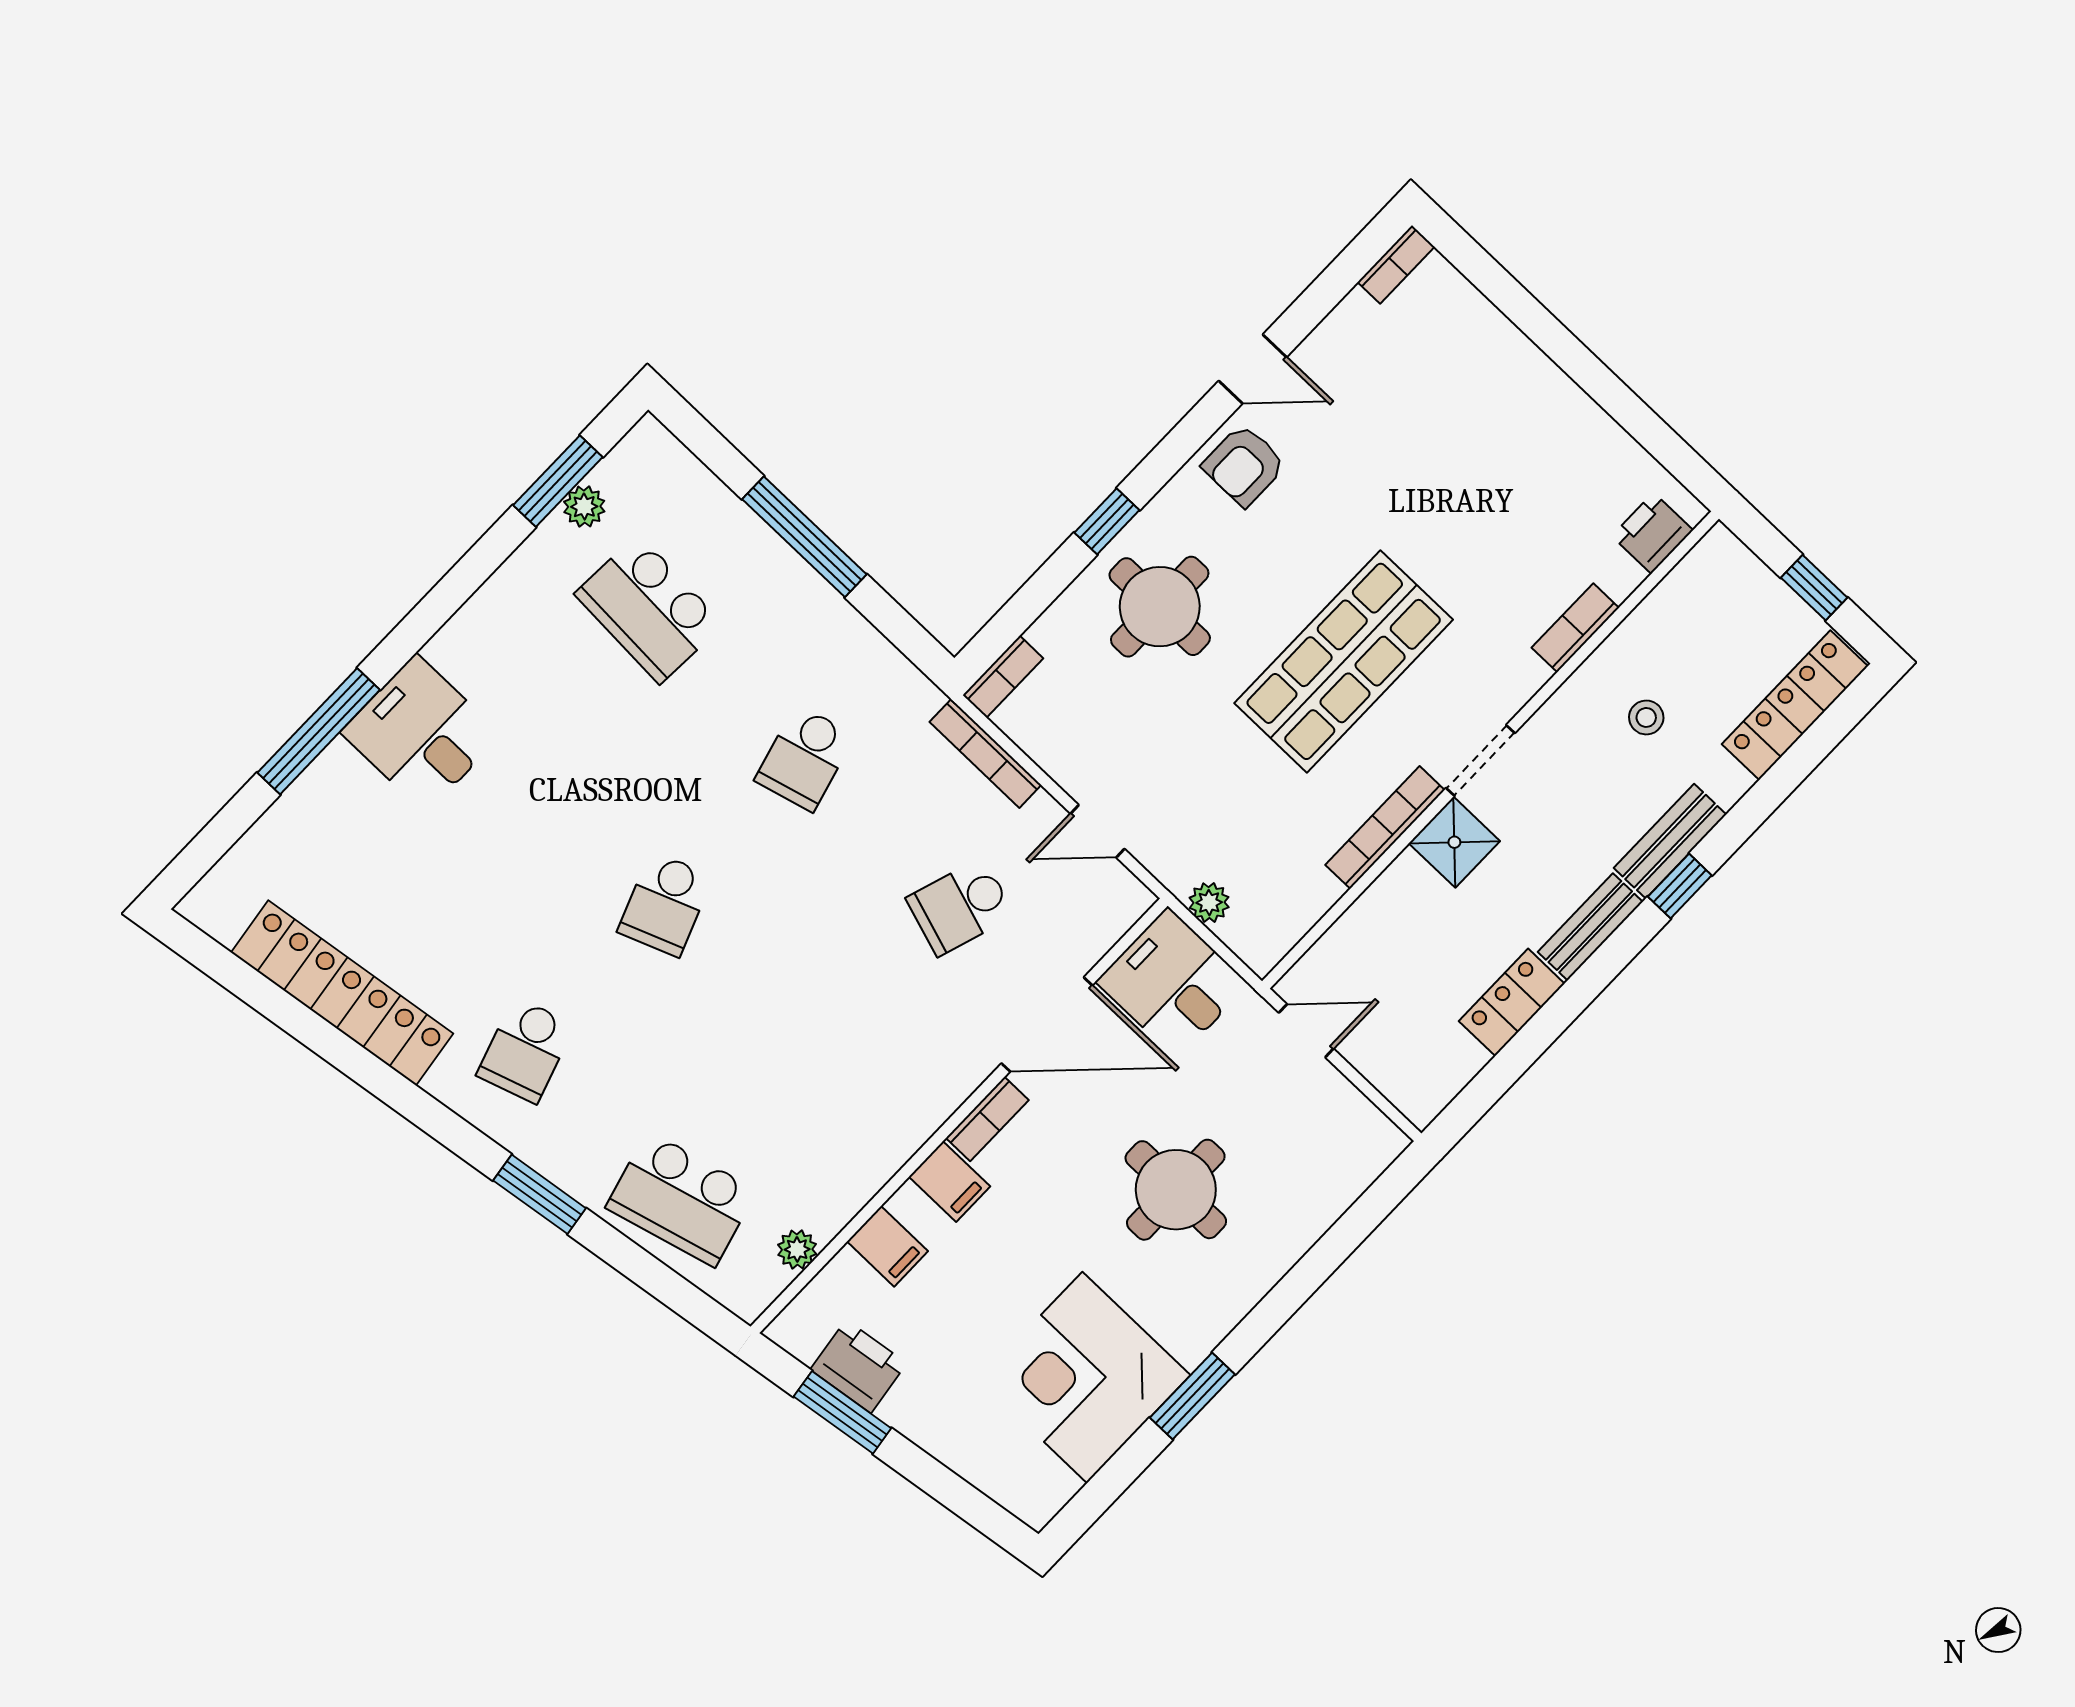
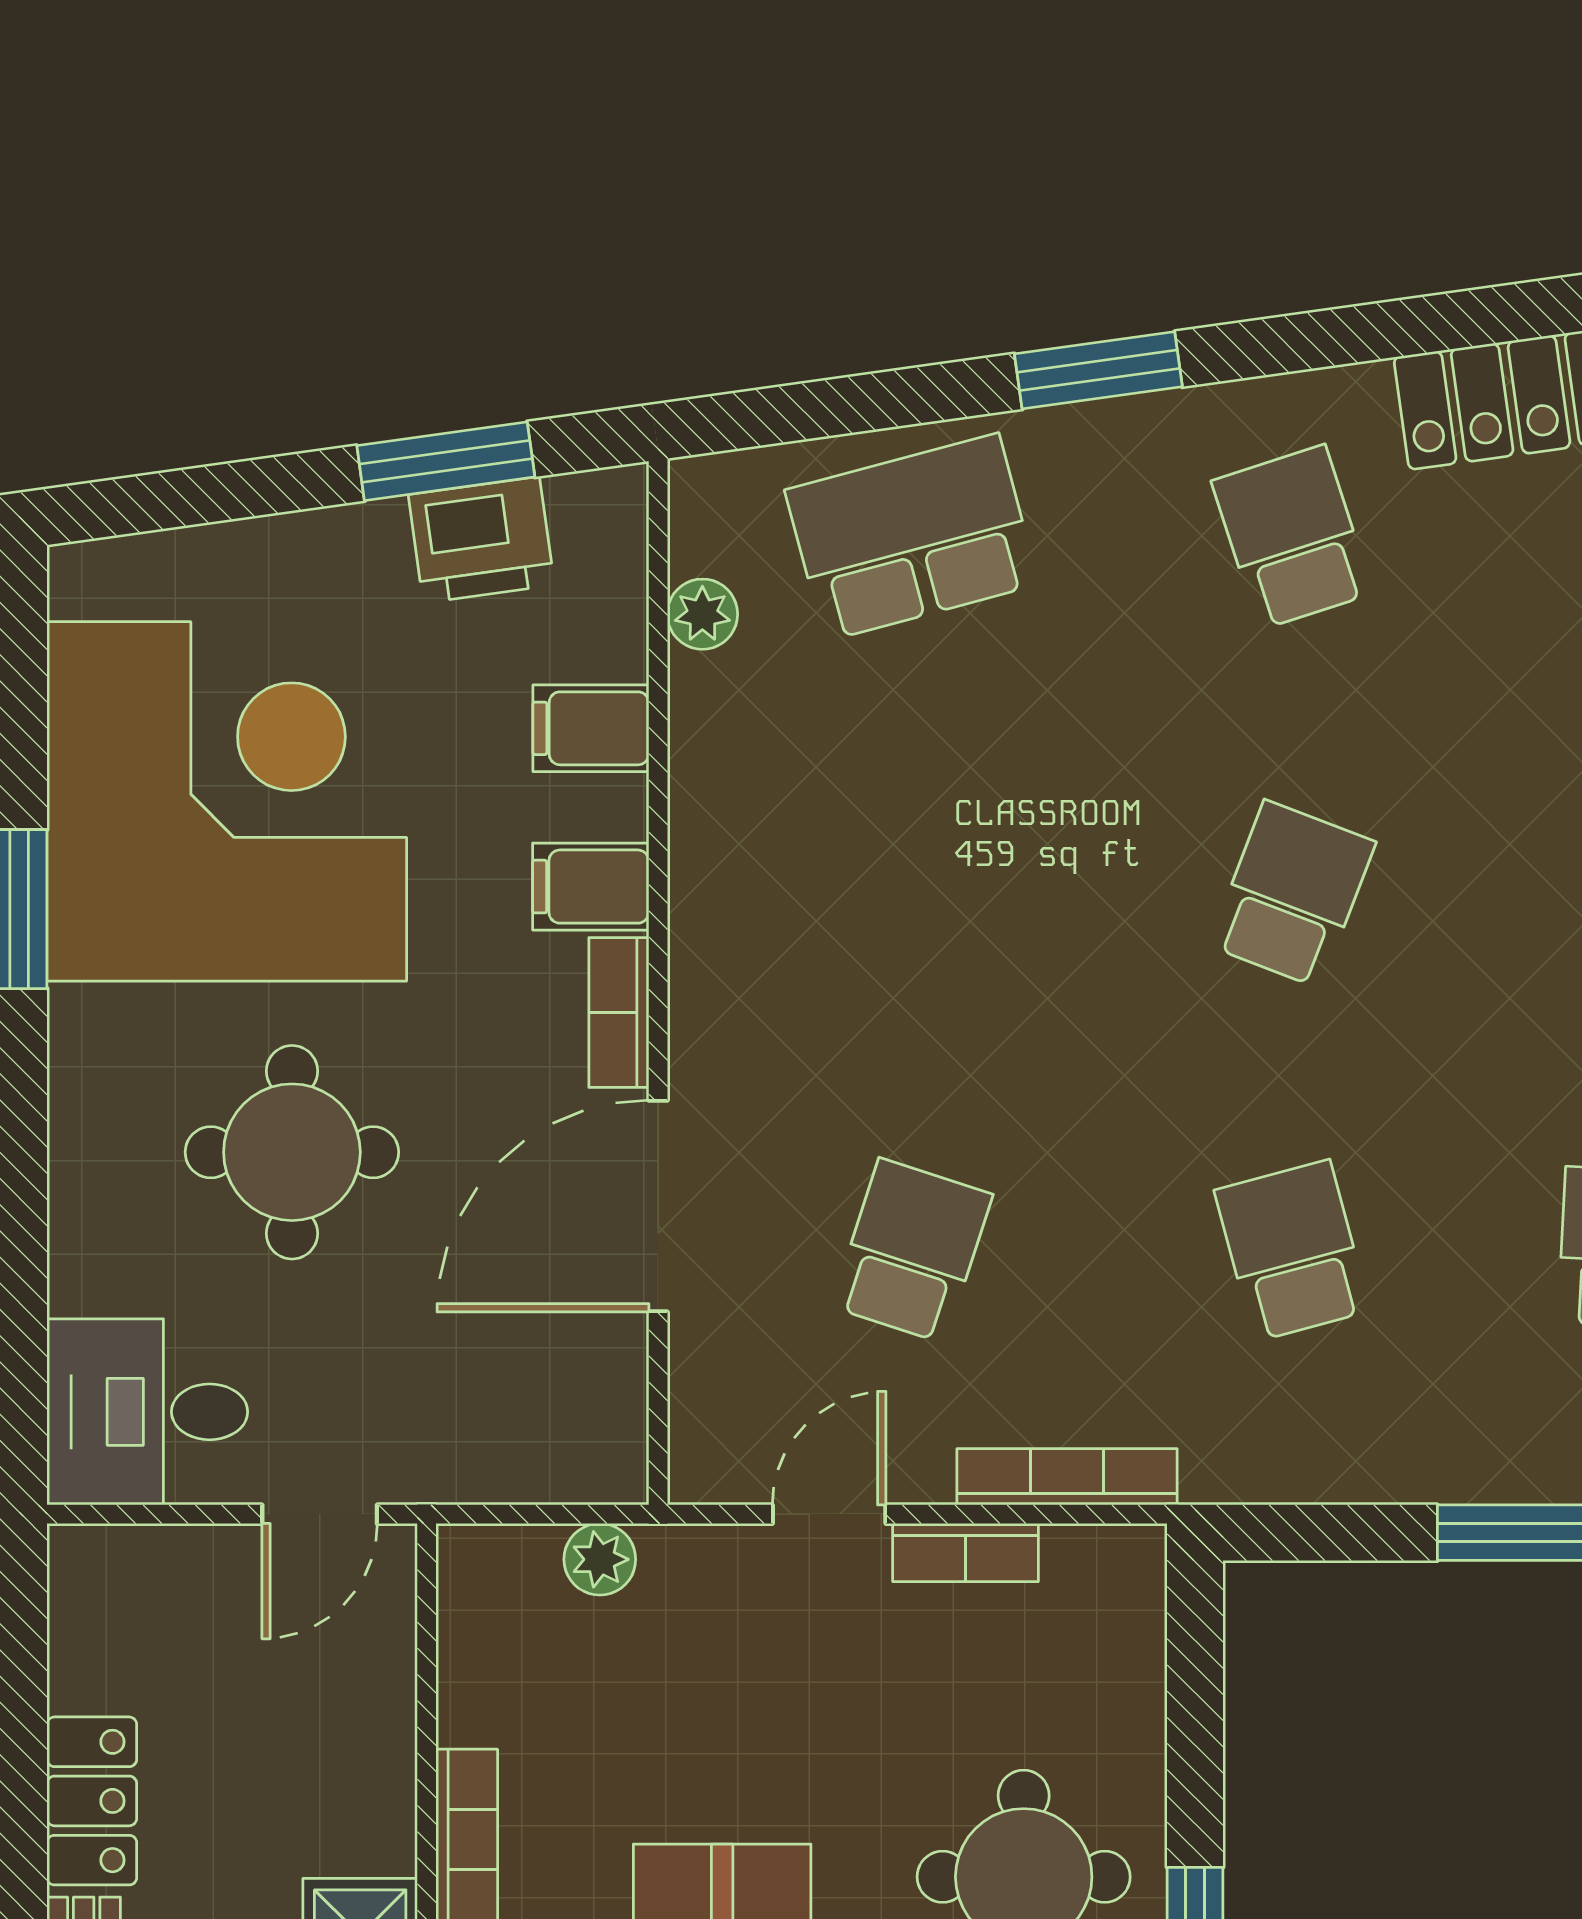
bookcase: (1003, 677) -> (966, 1553), moved, turned -90
school desk: (665, 904) -> (1292, 894), turned 42
desk: (1172, 983) -> (147, 1412), moved, turned 180
corner desk: (1085, 1378) -> (227, 801), width x1.36, depth x1.36

